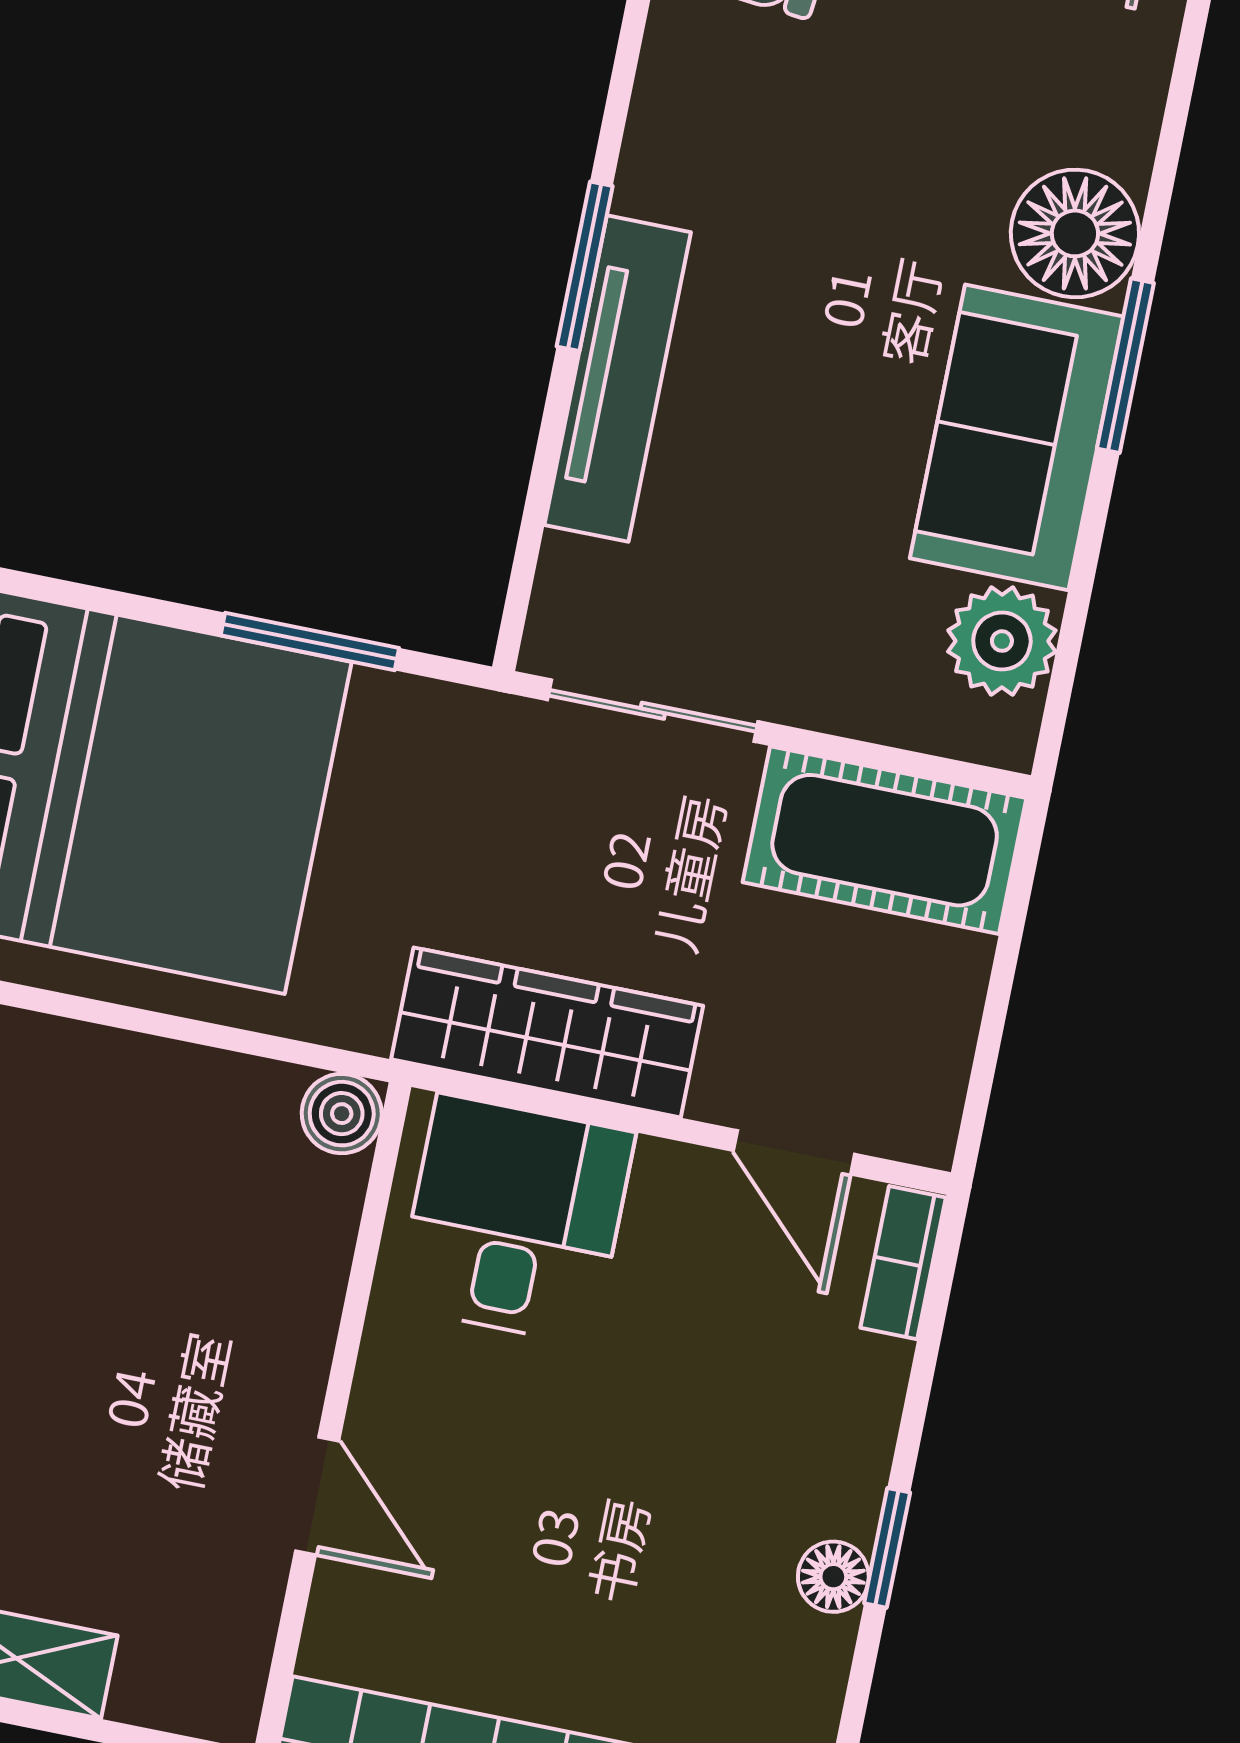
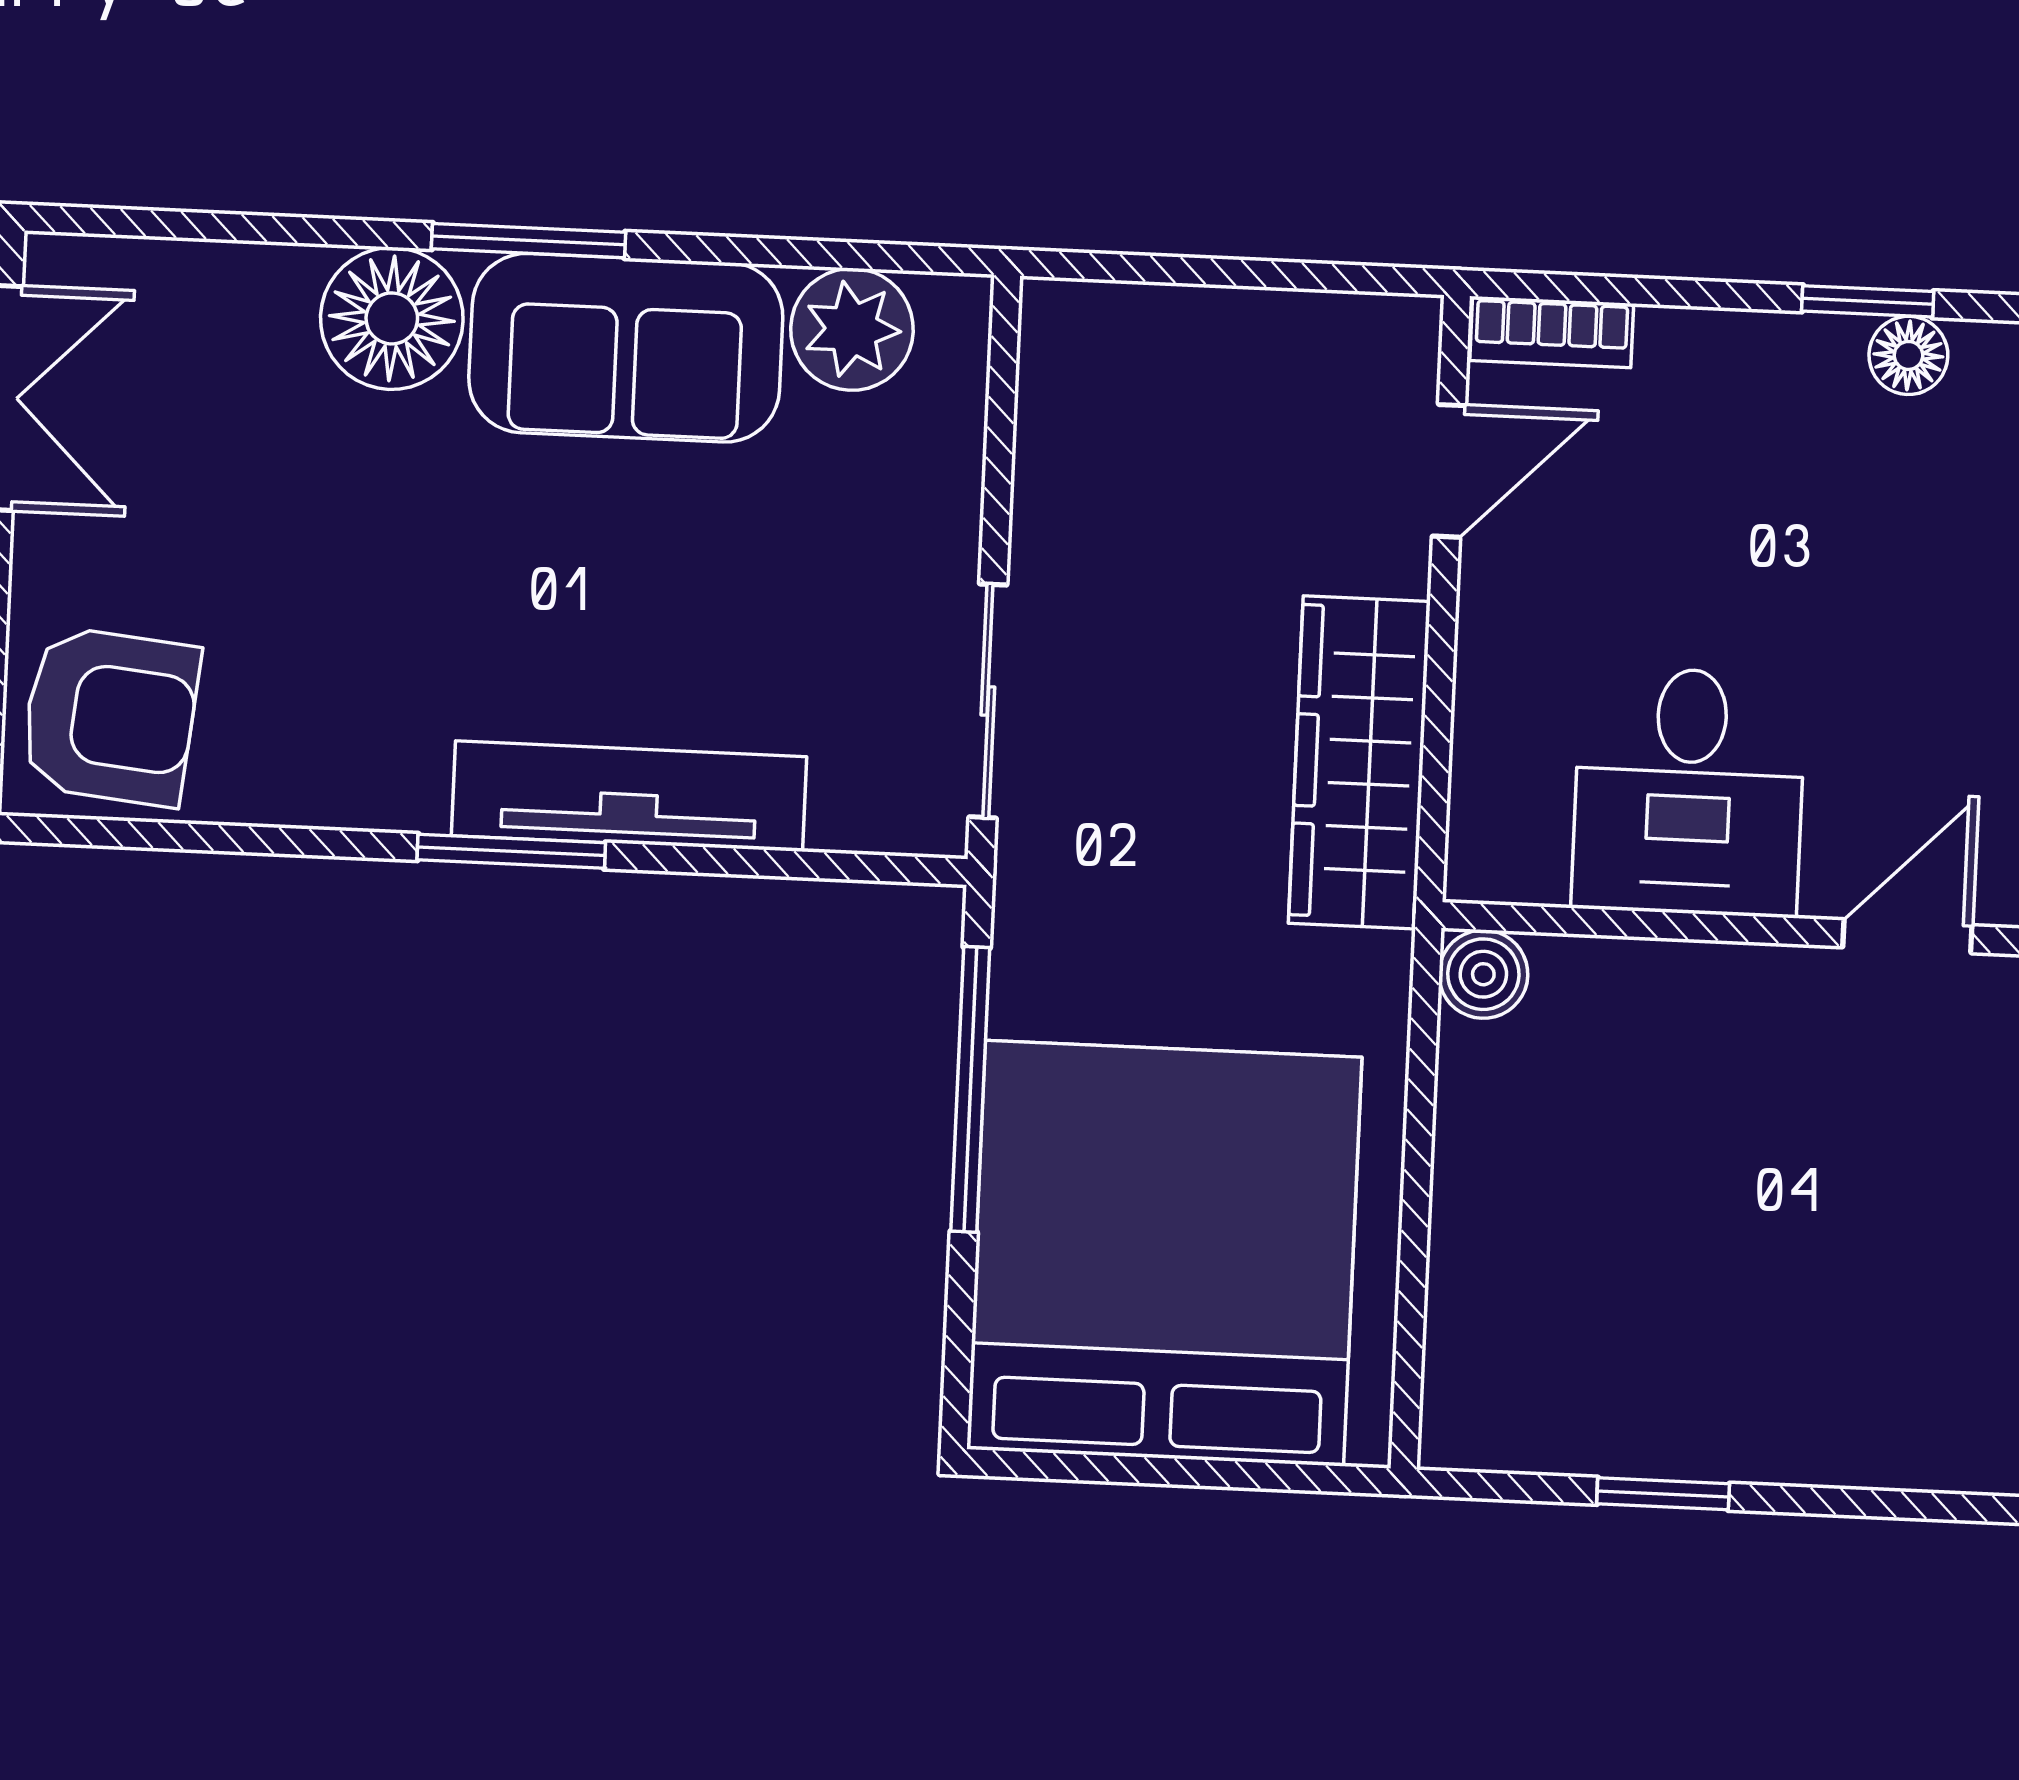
window: (310, 642) -> (970, 1089), width x1.44
cot: (885, 840) -> (1091, 424), removed
desk: (515, 1220) -> (1689, 792), moved, turned -90

